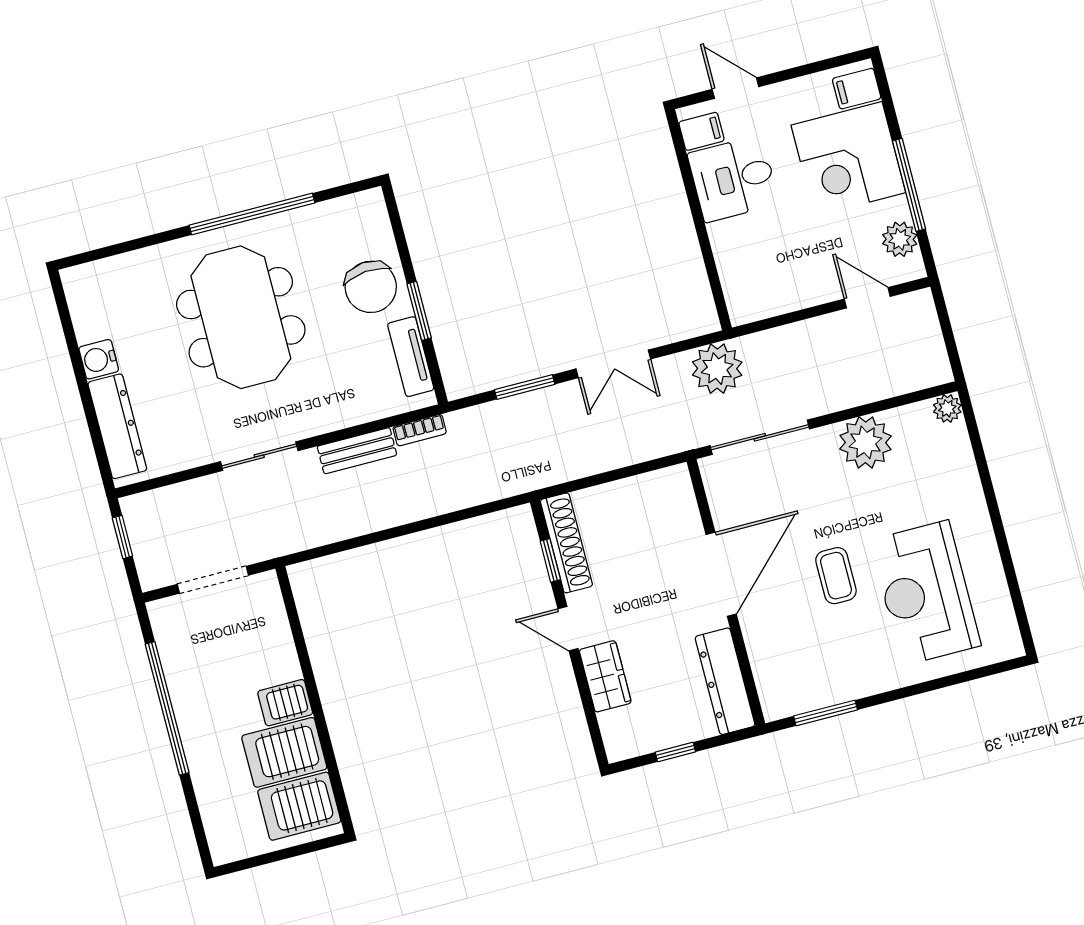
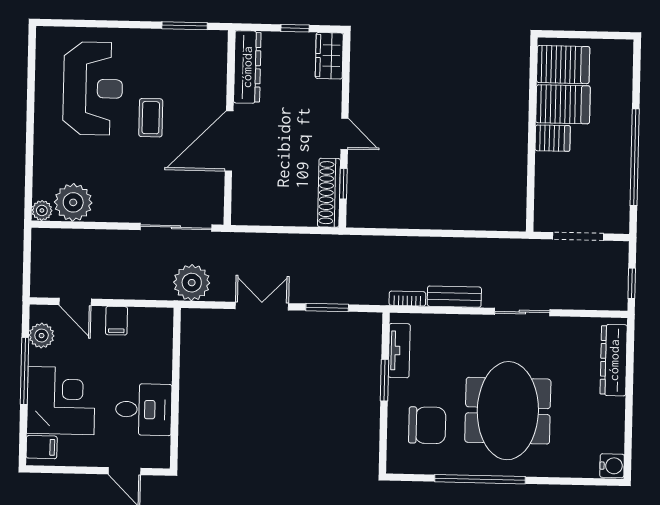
filing cabinet: (701, 131) -> (116, 321), moved, turned -90
chair: (371, 287) -> (427, 425), moved, turned 95
water cooler: (99, 359) -> (612, 466), moved
plant: (865, 442) -> (73, 202), moved
wardrobe: (605, 676) -> (329, 56), moved

